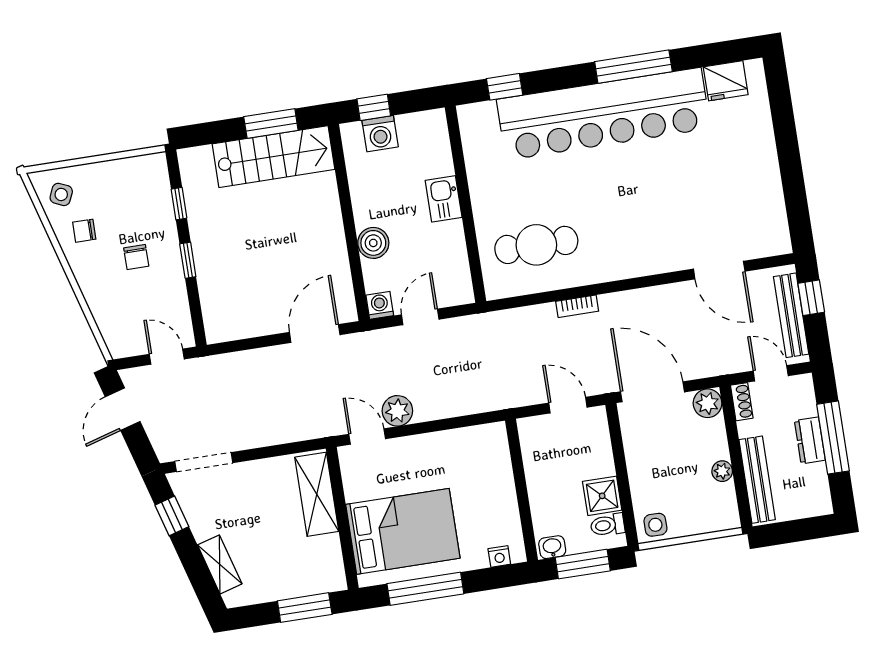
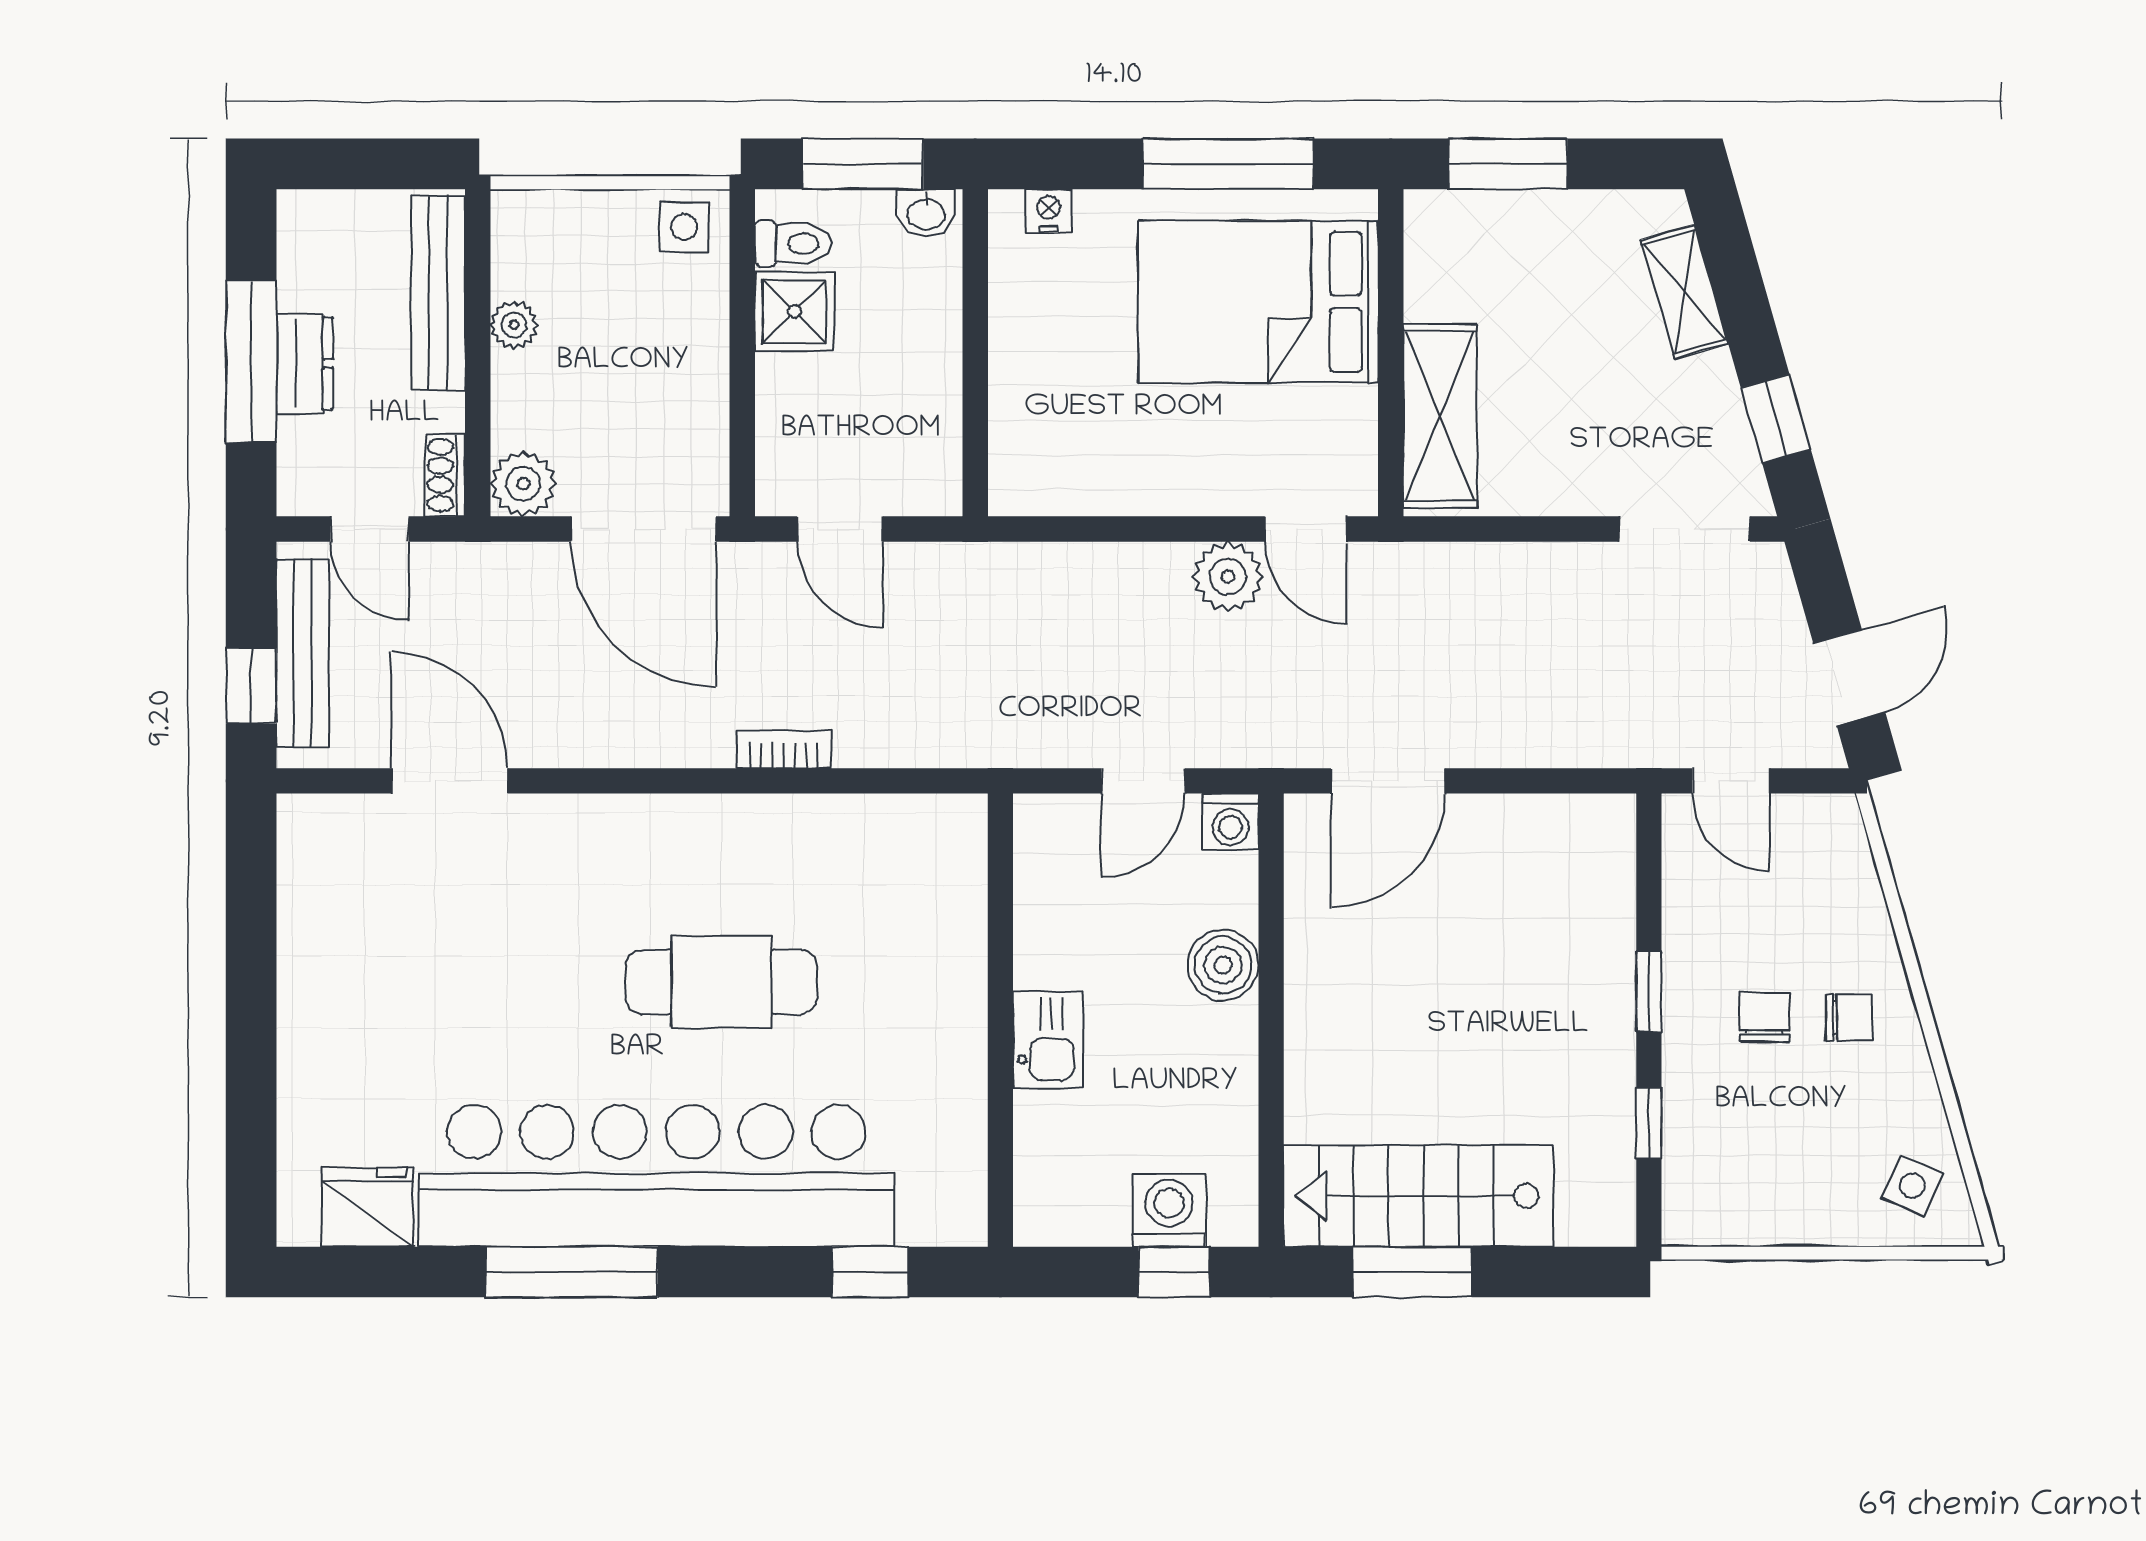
chair: (84, 231) -> (1849, 1018), moved
cafe table: (536, 245) -> (721, 982), moved

